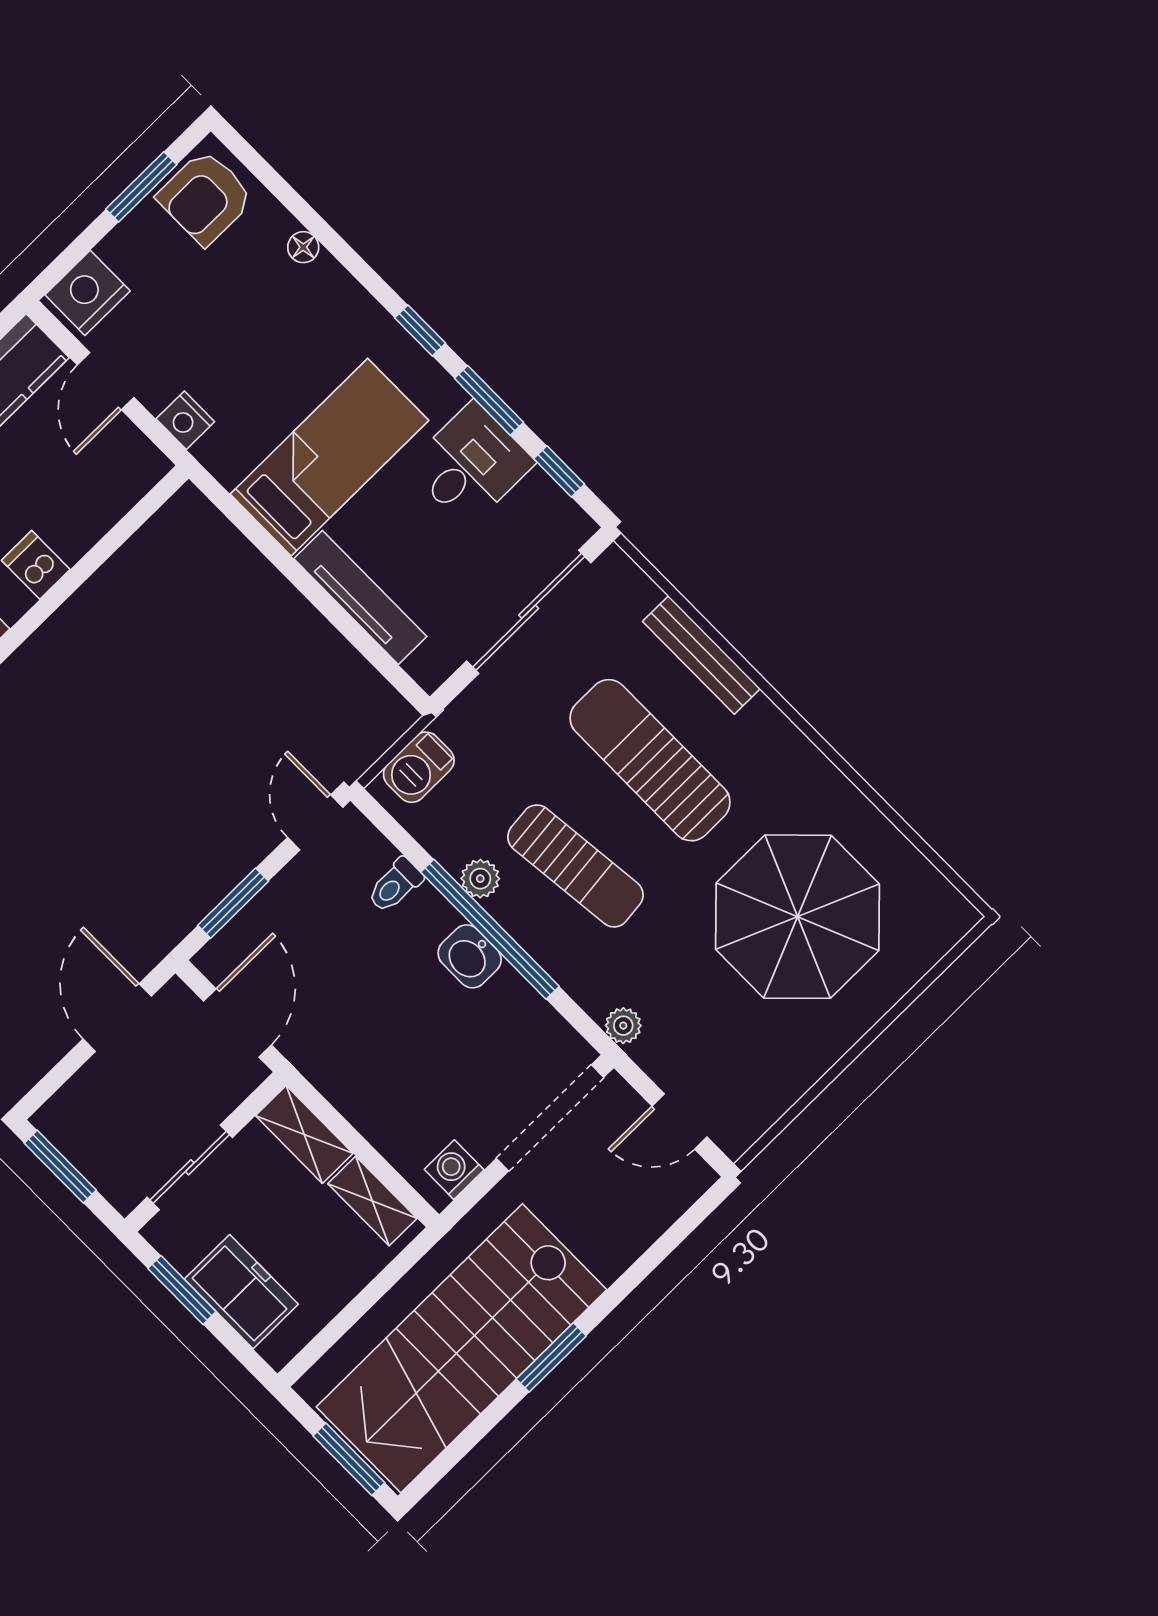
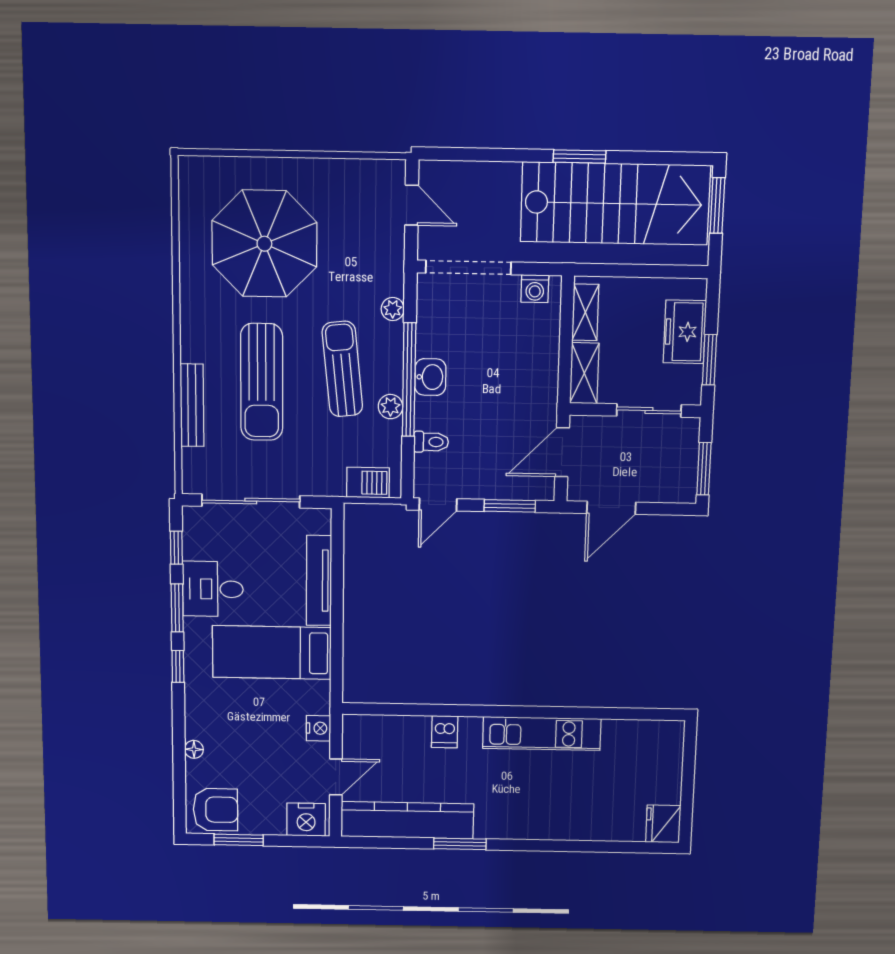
plant: (623, 1026) -> (393, 309), moved

